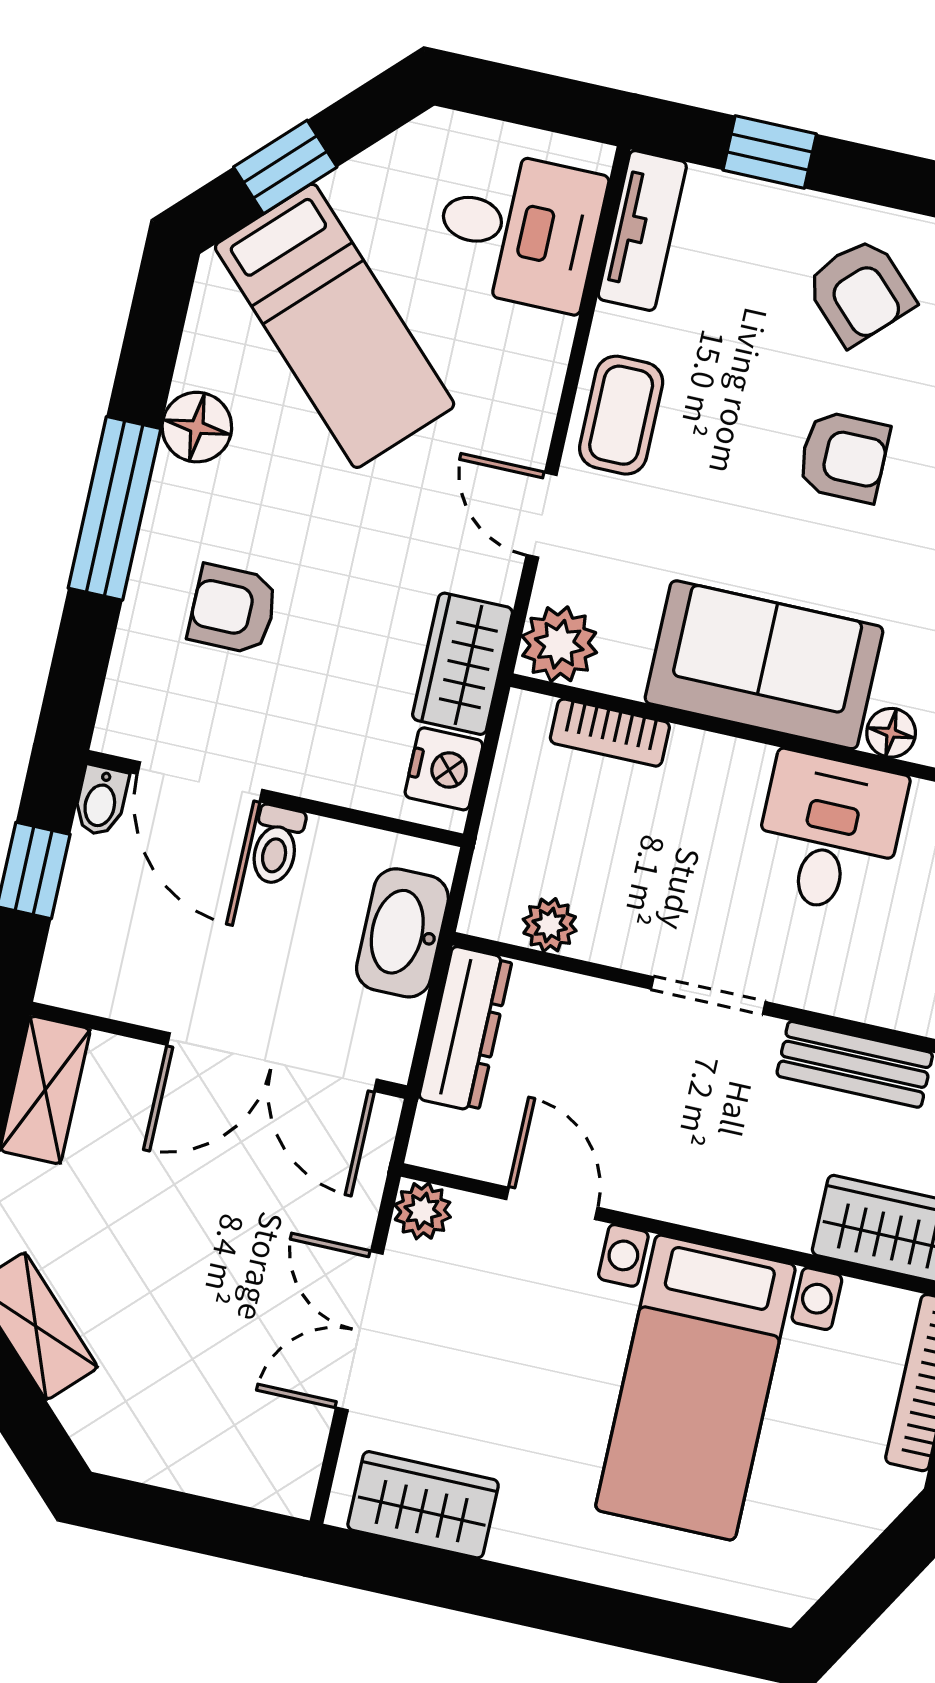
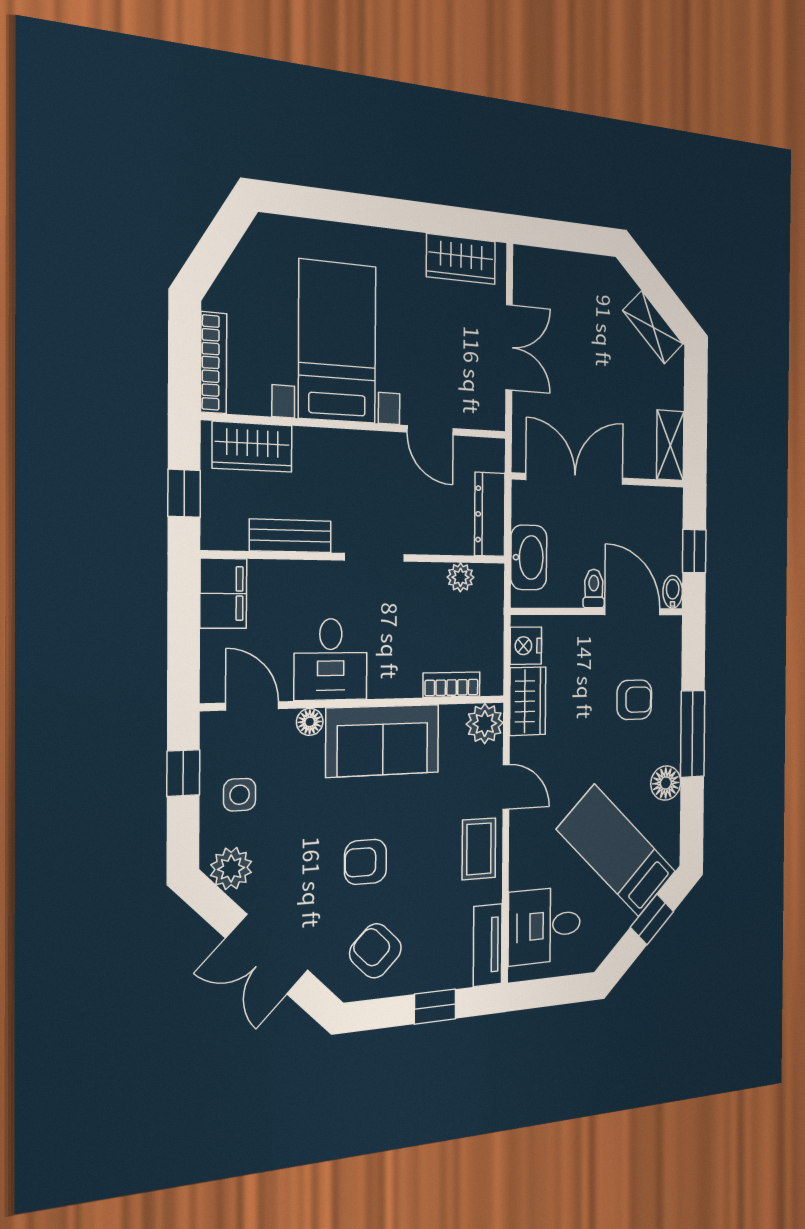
plant: (423, 1211) -> (492, 415), removed

